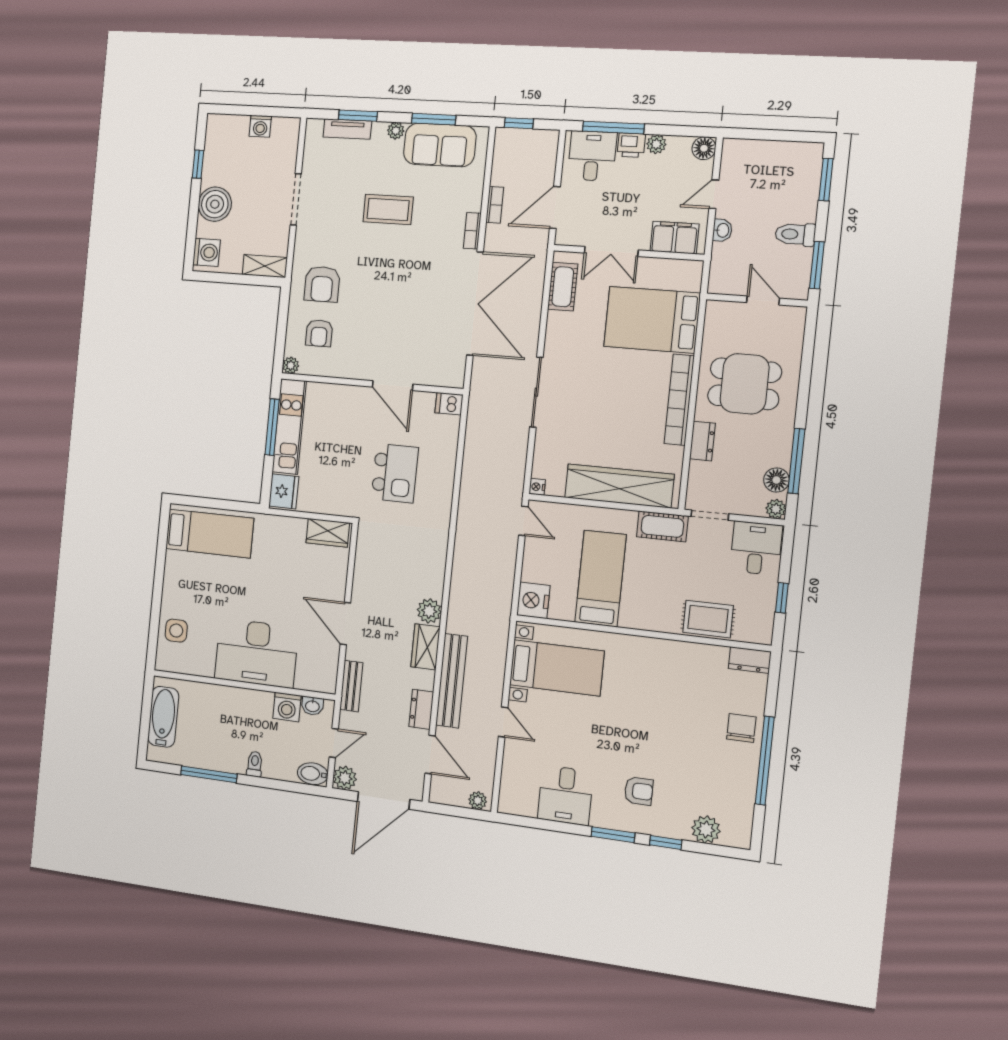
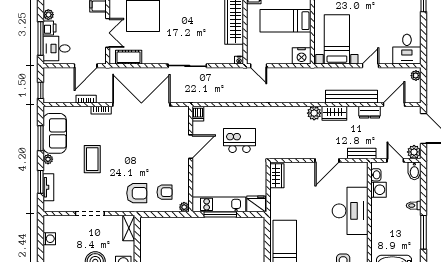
door: (555, 207) -> (86, 66), hinge flipped
door: (523, 521) -> (259, 66), swing flipped
desk: (565, 795) -> (407, 49), moved, turned 90

